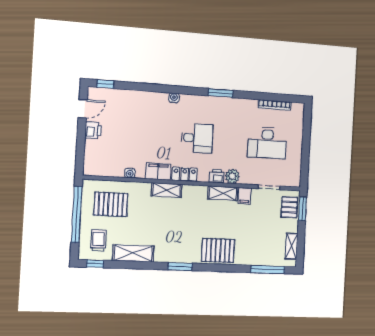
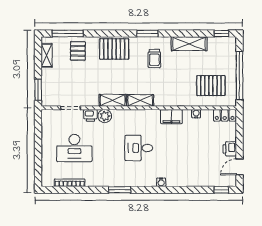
desk: (267, 143) -> (74, 148), turned 180
locker: (185, 174) -> (225, 115), moved
printer: (217, 176) -> (90, 115), moved
shelving: (167, 190) -> (140, 100), moved
filing cabinet: (245, 196) -> (93, 99), removed
pallet: (289, 207) -> (78, 51), moved
trolley: (98, 240) -> (154, 58), moved

